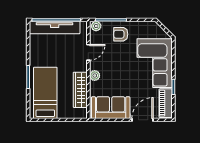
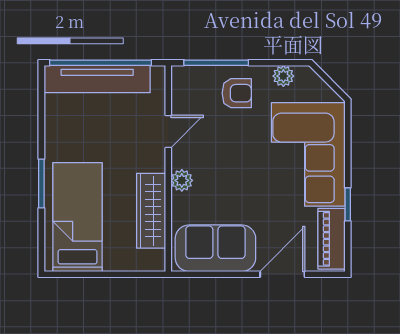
plant: (96, 26) -> (283, 76), moved
armchair: (121, 34) -> (237, 93), turned 180

